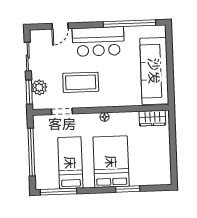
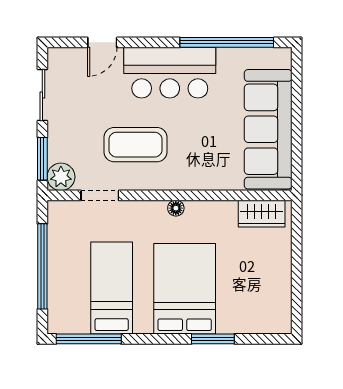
plant: (39, 87) -> (61, 177), moved

